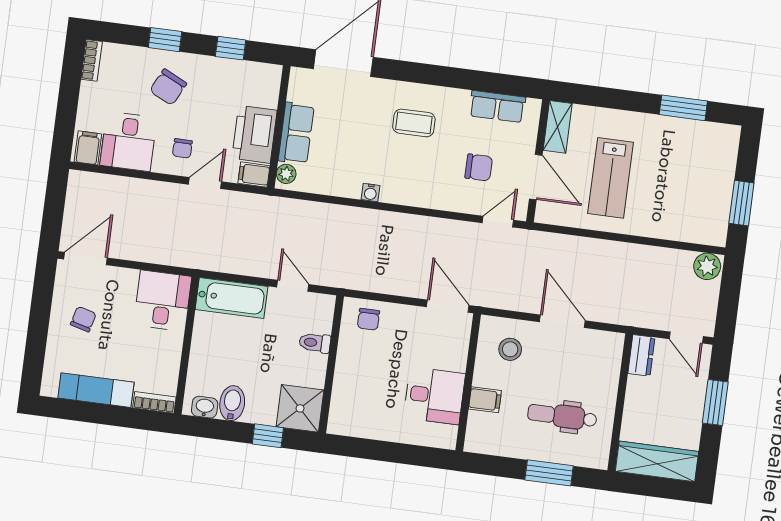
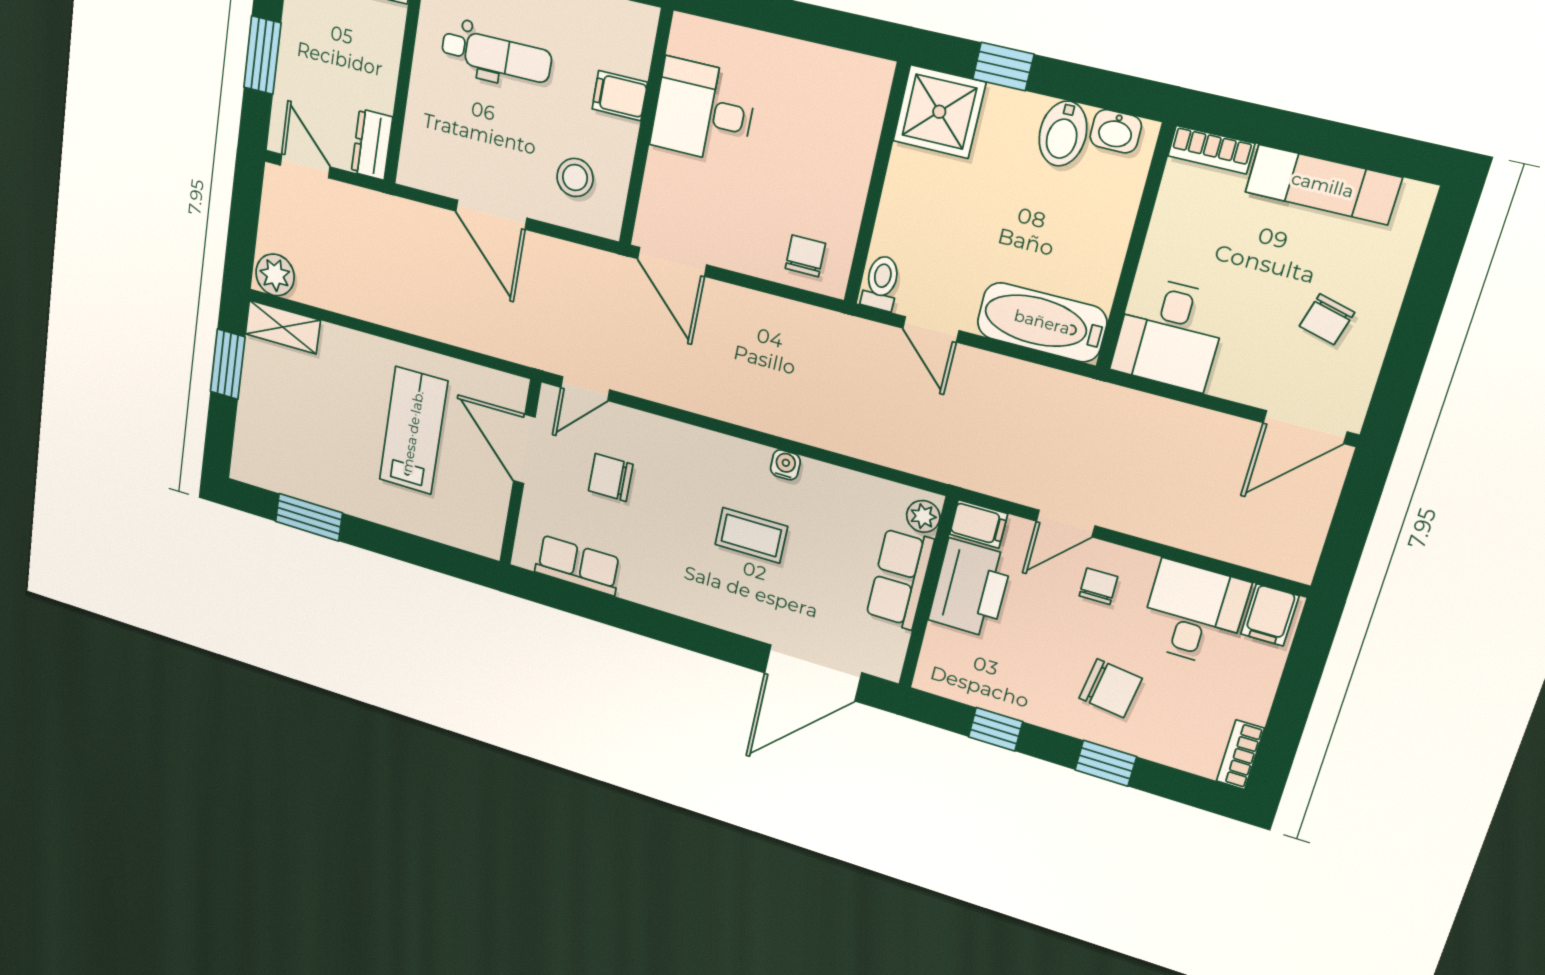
chair: (168, 87) -> (1110, 688), turned 72
coffee table: (414, 123) -> (751, 535), moved
shelving: (558, 127) -> (283, 327), moved, turned 90
toilet: (315, 343) -> (881, 283), moved, turned -90

